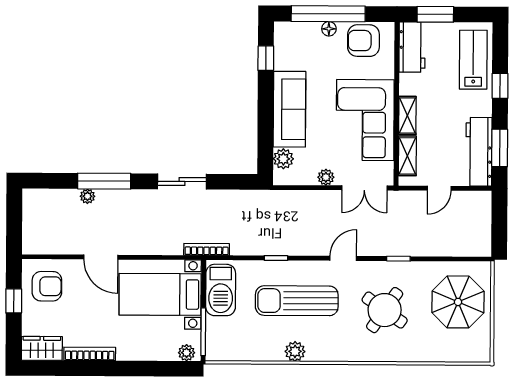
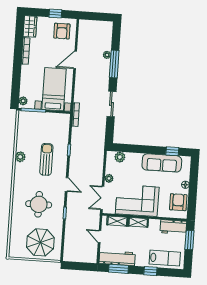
window: (328, 14) -> (193, 185), removed
sofa: (289, 109) -> (162, 163), moved
barbecue: (221, 290) -> (54, 120), removed
sun lounger: (297, 301) -> (46, 159), width x0.73, depth x0.75
round table: (385, 310) -> (39, 204), turned -35

